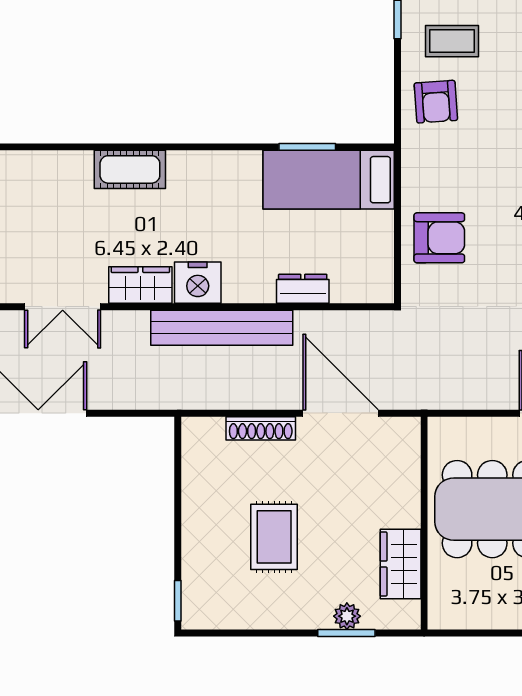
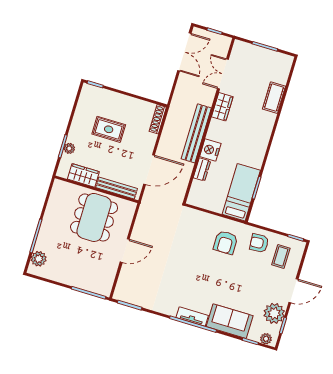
cot: (130, 169) -> (274, 98), moved
armchair: (439, 238) -> (226, 242), moved
nightstand: (198, 283) -> (210, 150), moved
shoe rack: (261, 428) -> (158, 119), moved
bench: (407, 477) -> (117, 188), added

